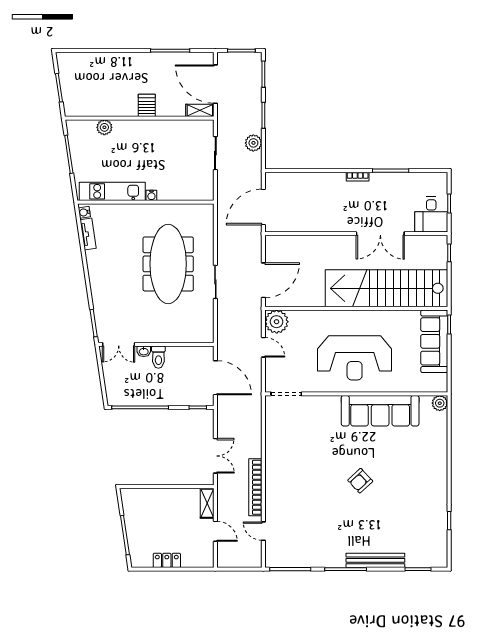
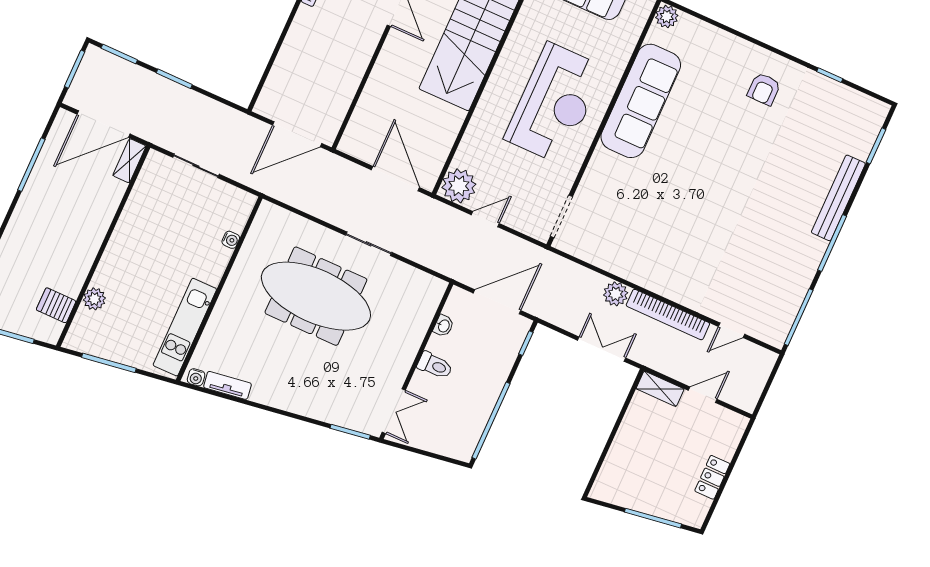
server rack: (147, 105) -> (56, 305), moved
plant: (253, 143) -> (616, 294), moved
water cooler: (151, 195) -> (231, 240), moved
door: (263, 207) -> (297, 134), hinge flipped
washbasin: (144, 351) -> (443, 326), moved
armchair: (360, 481) -> (764, 89), moved, turned 43

